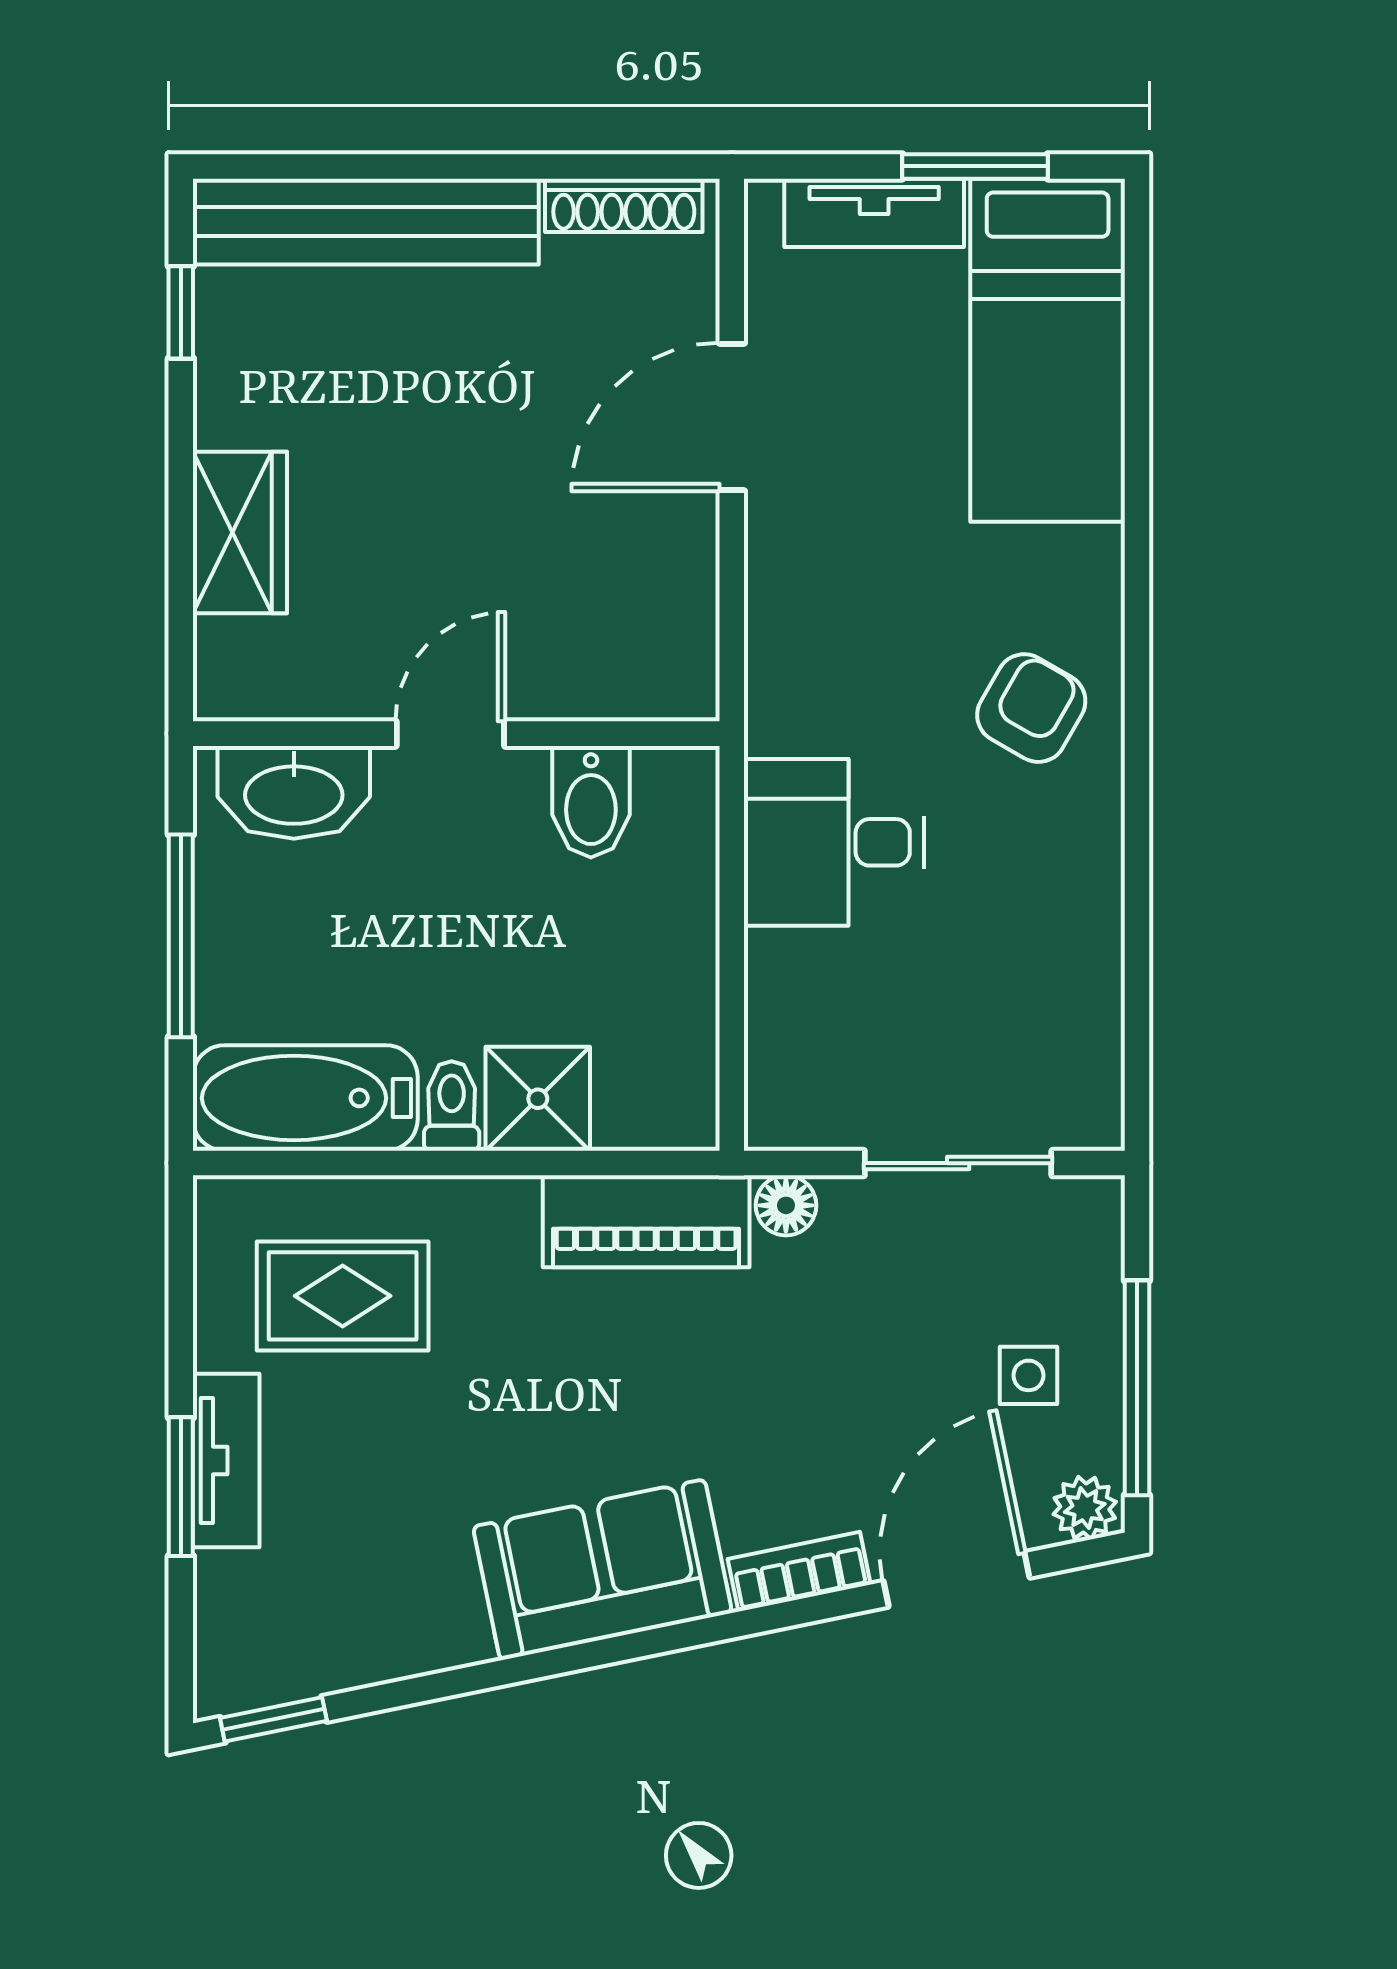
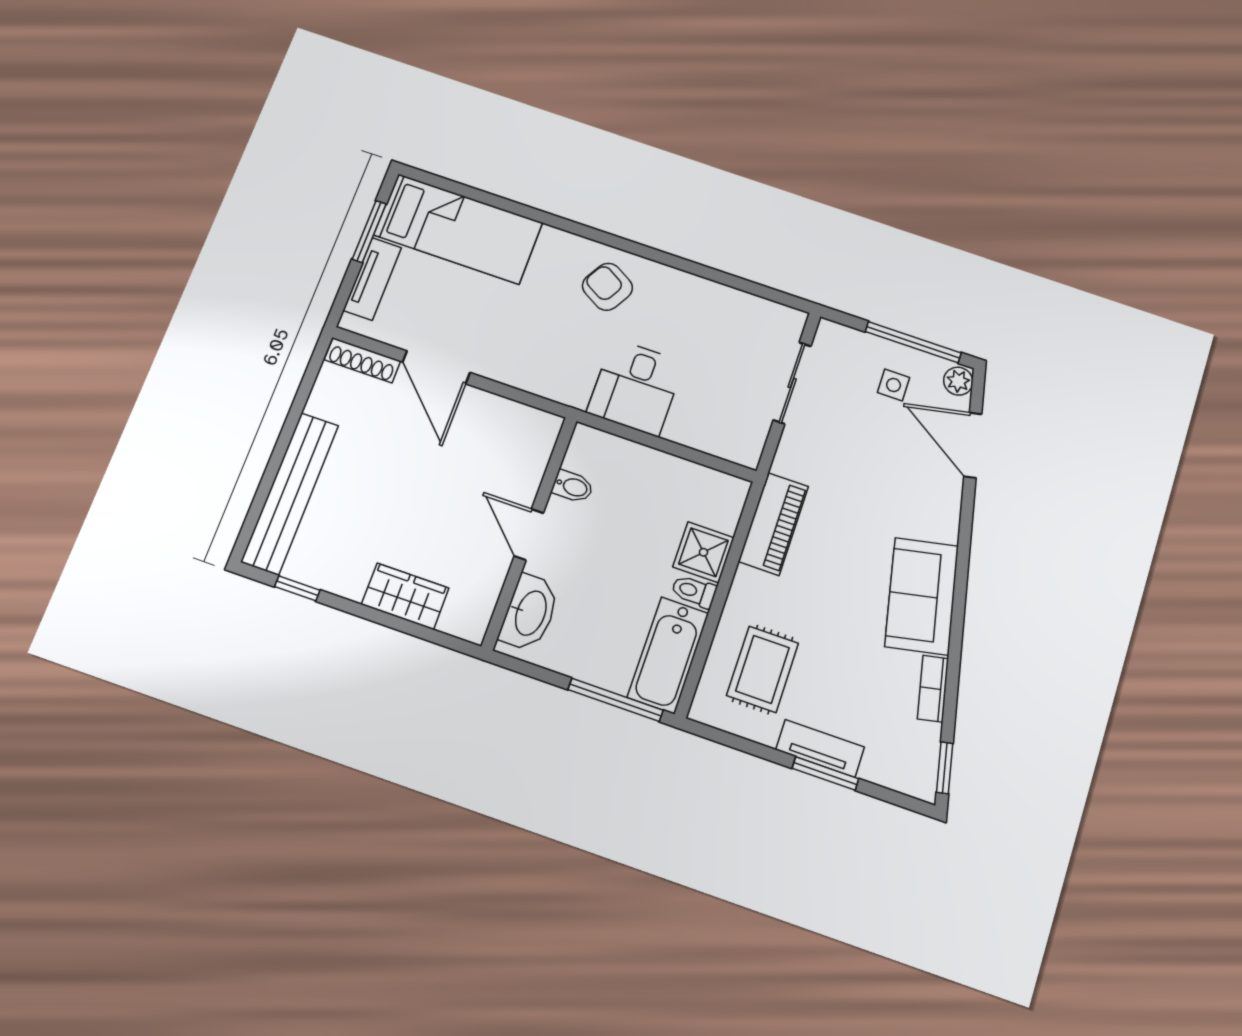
shoe rack: (624, 205) -> (362, 360), moved, turned 90
bidet: (591, 802) -> (573, 487), width x0.72, depth x0.74
window: (181, 936) -> (615, 700), moved
floor lamp: (786, 1205) -> (786, 462), removed
bookcase: (799, 1572) -> (933, 689), moved

